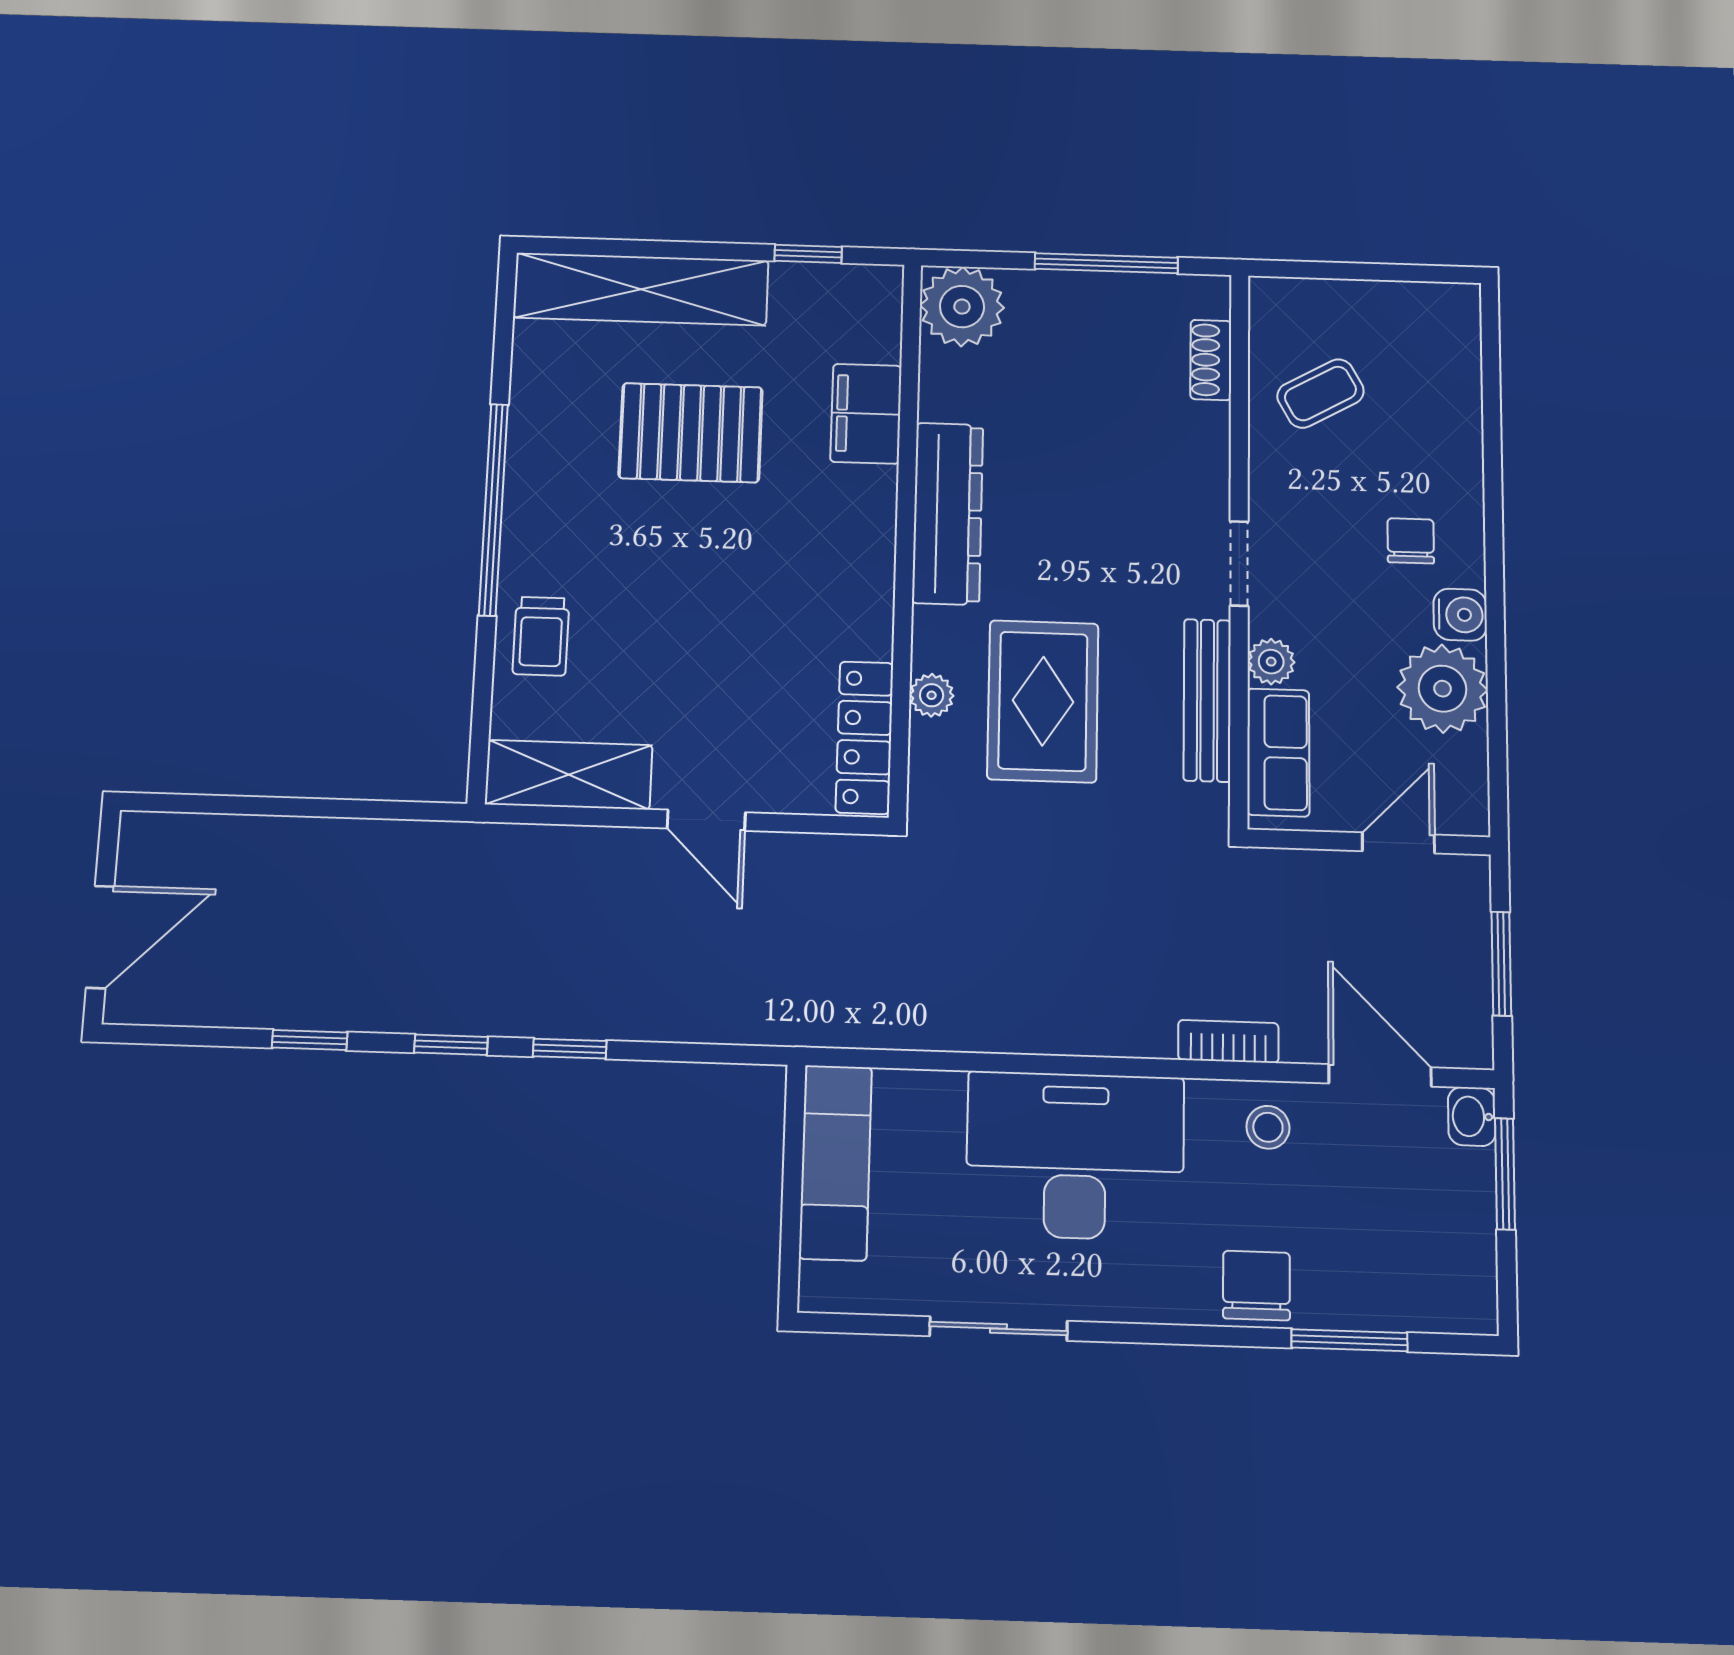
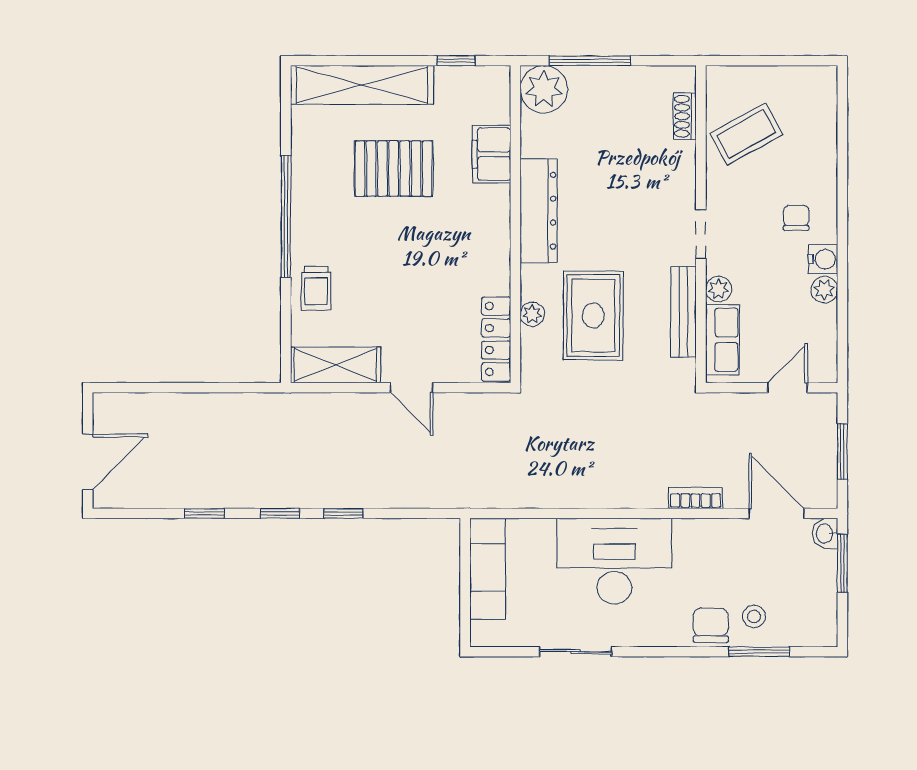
window: (1106, 263) -> (590, 61), moved
coffee table: (1320, 394) -> (746, 134), width x1.36, depth x1.30
plant: (1443, 689) -> (824, 290), width x0.53, depth x0.53
stool: (1268, 1127) -> (754, 616), moved

